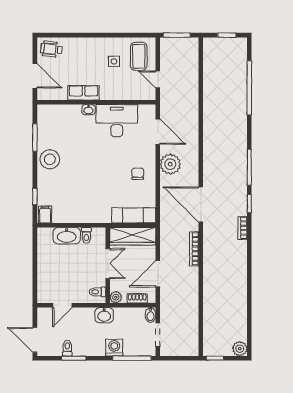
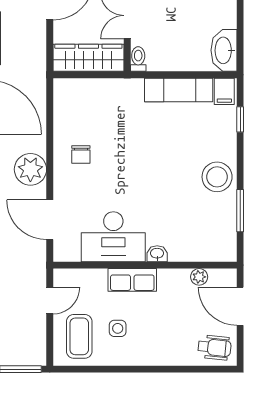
door: (158, 79) -> (50, 300), hinge flipped
row of seats: (83, 93) -> (132, 280), moved
plant: (61, 95) -> (199, 277), added
exam couch: (134, 215) -> (179, 90), moved
toilet: (86, 235) -> (138, 59), moved
washbasin: (67, 236) -> (224, 50), moved, turned -90

